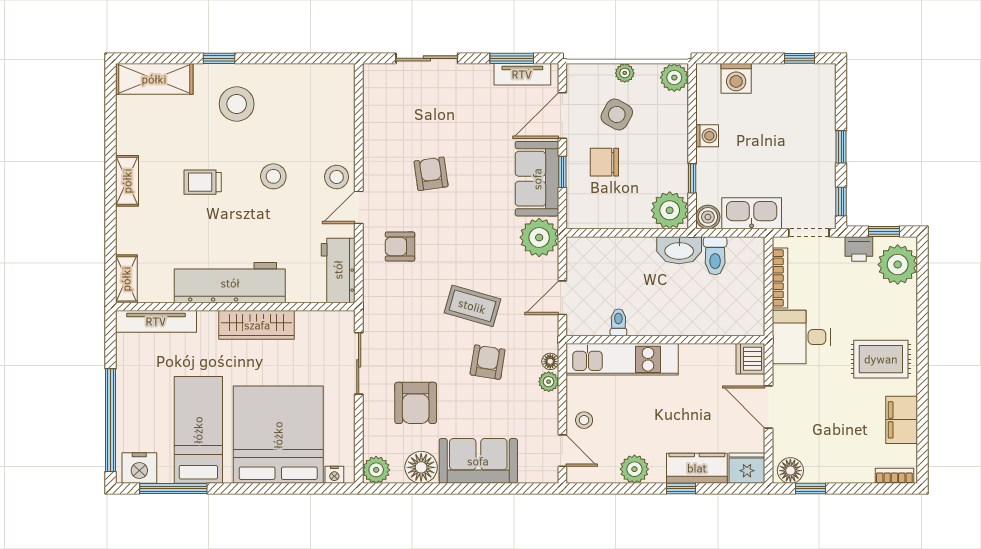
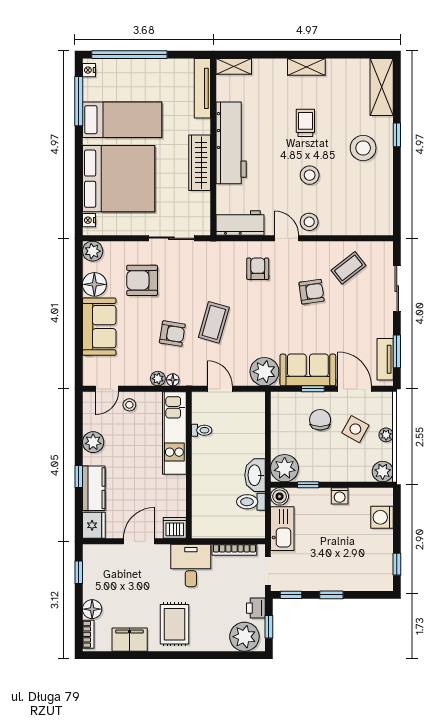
coffee table: (399, 124) -> (348, 268), added
nightstand: (139, 468) -> (89, 70), width x0.53, depth x0.56
floor lamp: (790, 471) -> (92, 609), moved

